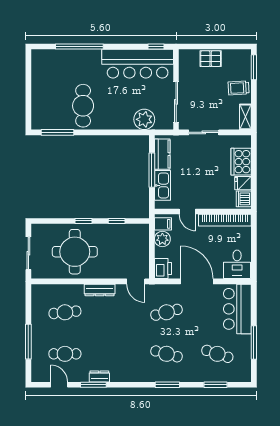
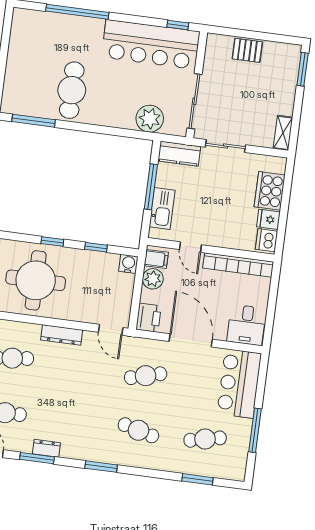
trolley: (239, 88) -> (279, 94), removed
kitchen counter: (162, 154) -> (179, 154), moved, turned 90
water cooler: (143, 230) -> (128, 264), added
cafe table: (217, 354) -> (205, 439), turned -30
window: (167, 385) -> (101, 467), moved

